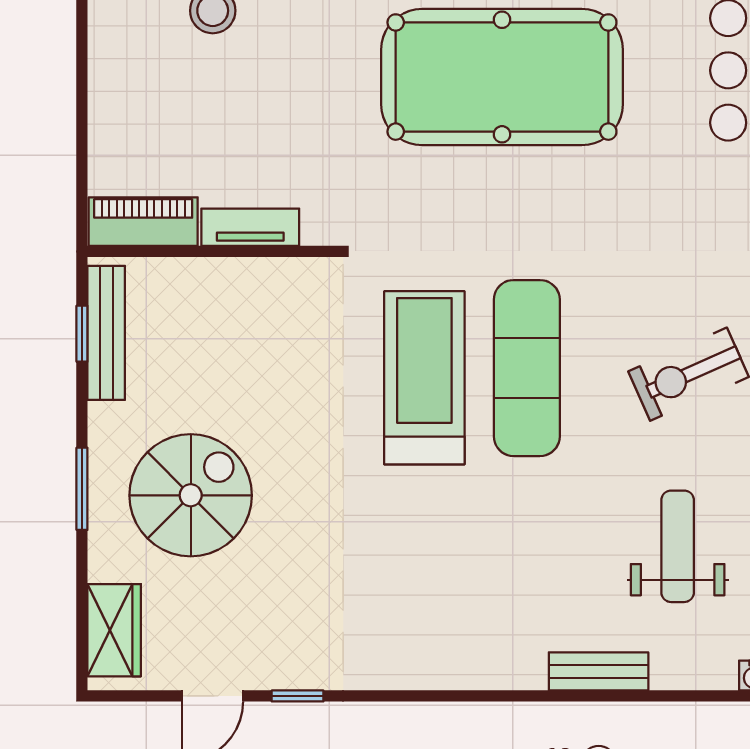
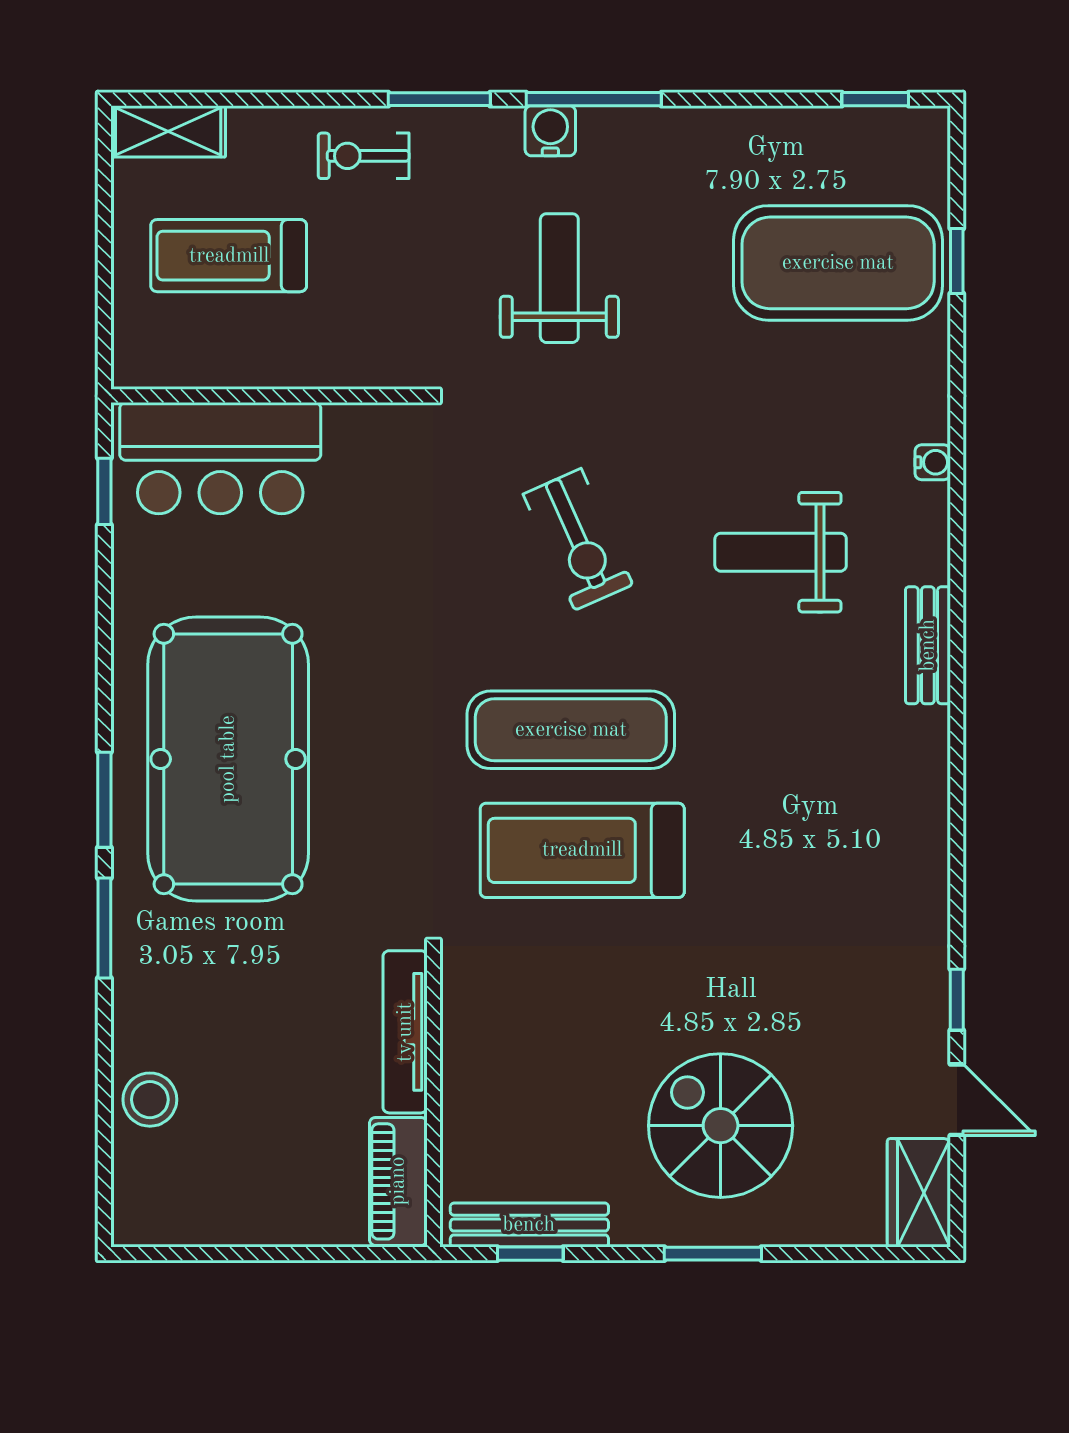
tv unit: (250, 227) -> (405, 1032), width x1.41
wardrobe: (114, 630) -> (919, 1193), moved, turned -90

